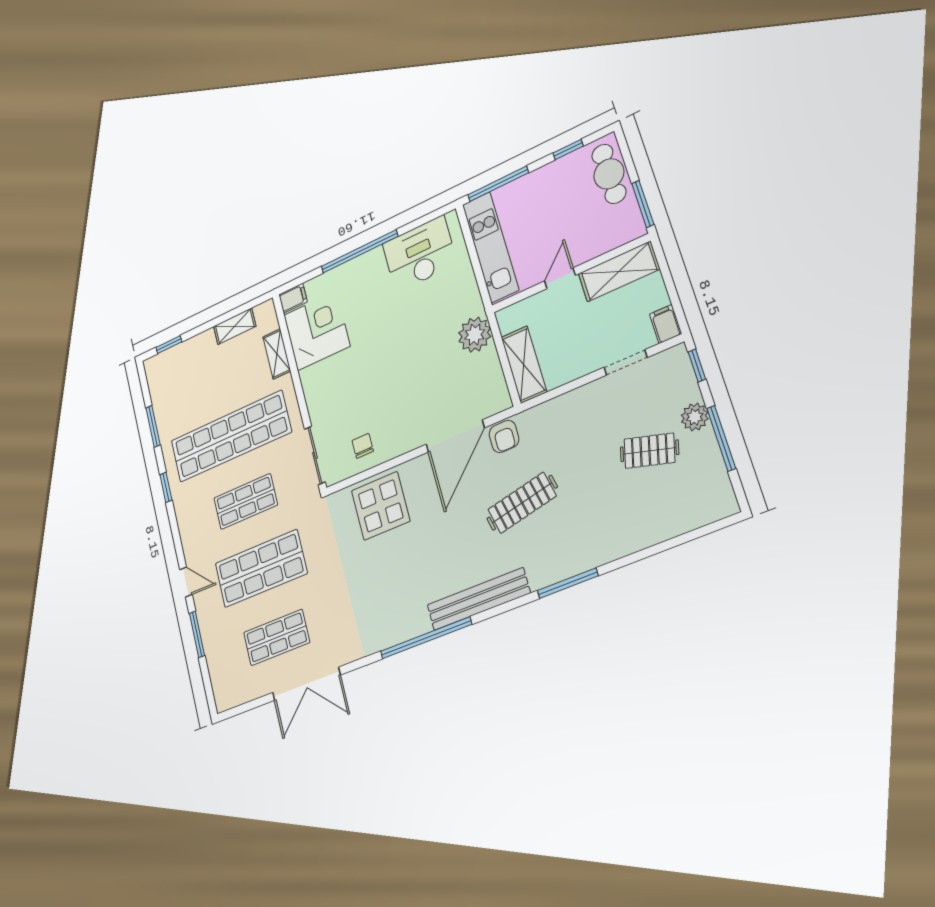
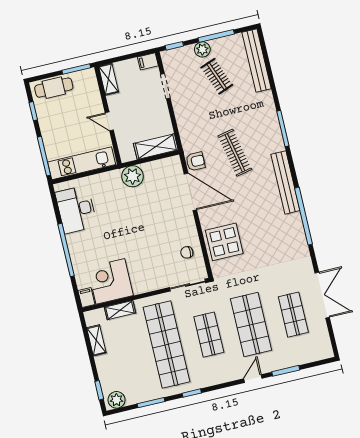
shelving: (619, 271) -> (109, 79), width x0.67, depth x0.75
plant: (156, 373) -> (117, 400), added
clothes rail: (649, 451) -> (217, 76), turned -36
bench: (683, 519) -> (257, 60), added

